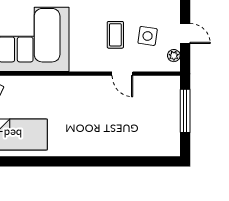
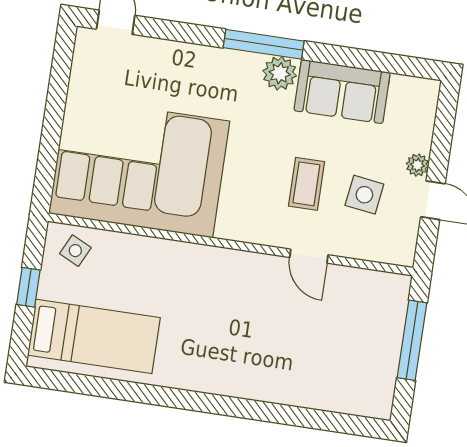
plant: (174, 56) -> (417, 165), moved

